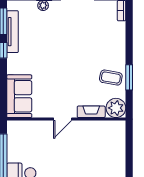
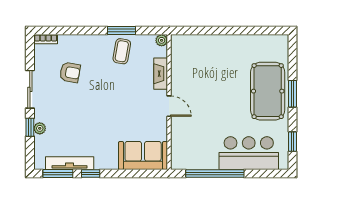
armchair: (92, 32) -> (70, 72), added
plant: (116, 108) -> (162, 40), width x0.53, depth x0.53

